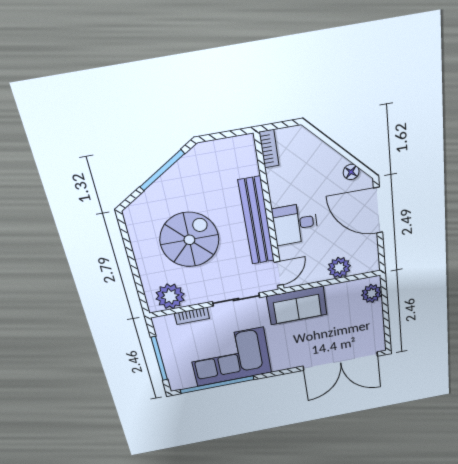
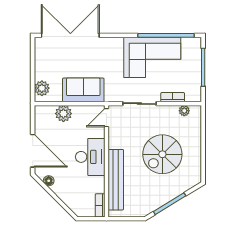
bench: (257, 221) -> (116, 180), moved
desk: (295, 224) -> (90, 157), width x1.37
plant: (170, 296) -> (184, 111), width x0.53, depth x0.53
sofa: (297, 305) -> (83, 90), moved

